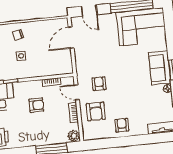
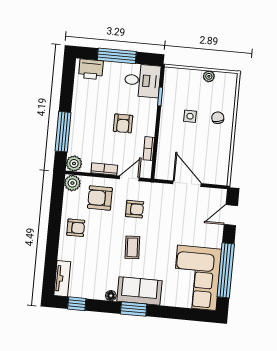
door: (71, 38) -> (187, 184), moved
coffee table: (128, 80) -> (132, 247), added
plant: (89, 134) -> (72, 183), added

